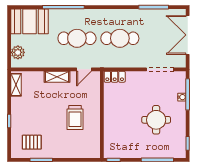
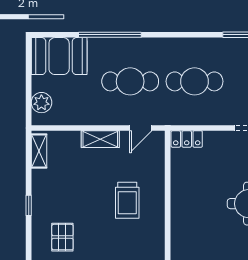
pallet: (32, 142) -> (62, 237), turned 90

